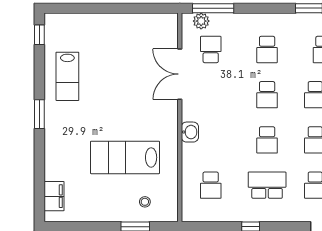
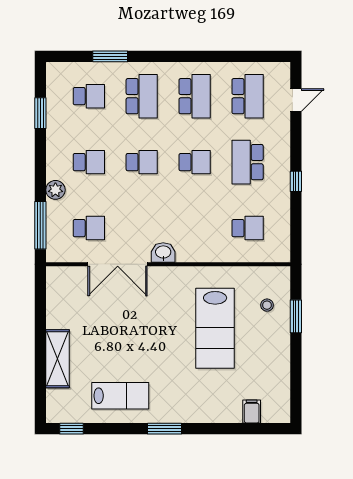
plant: (201, 21) -> (55, 190), moved
shelving: (99, 23) -> (58, 359), added
school desk: (211, 50) -> (89, 228), turned 180
washbasin: (190, 132) -> (163, 253), moved
filing cabinet: (54, 196) -> (252, 412), width x0.50

